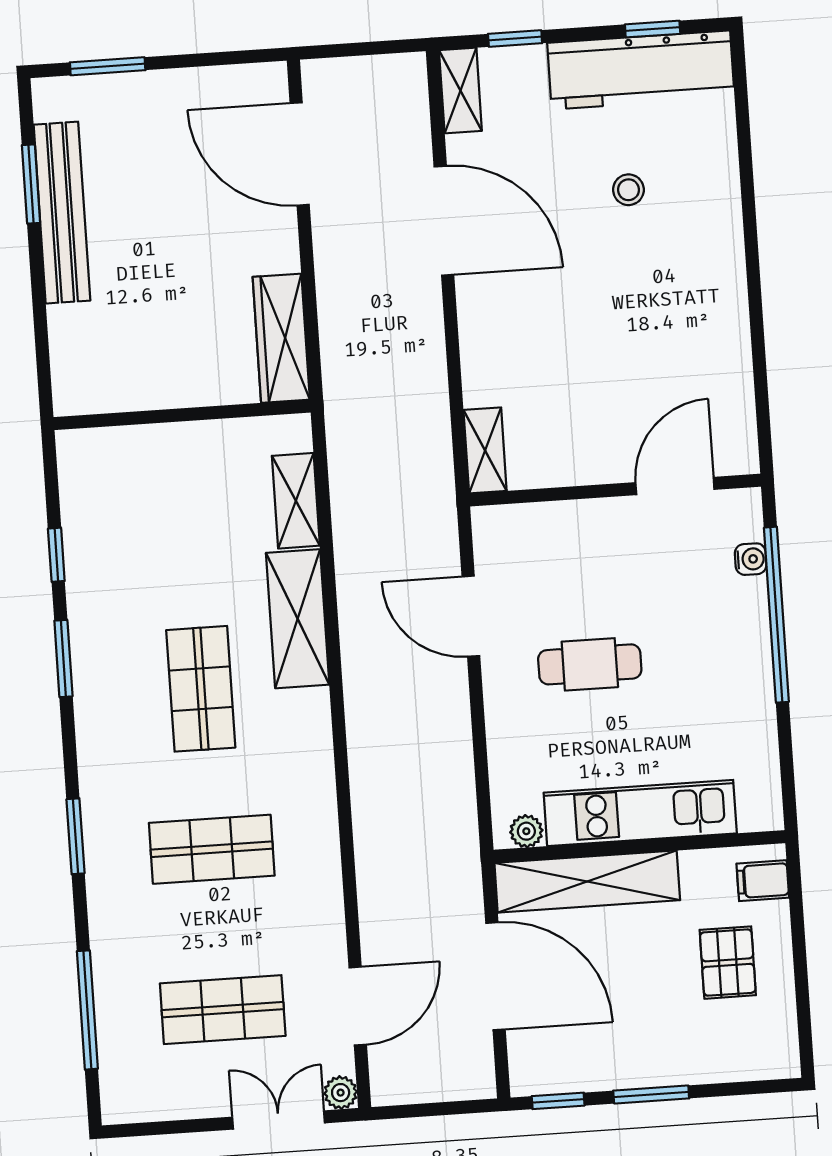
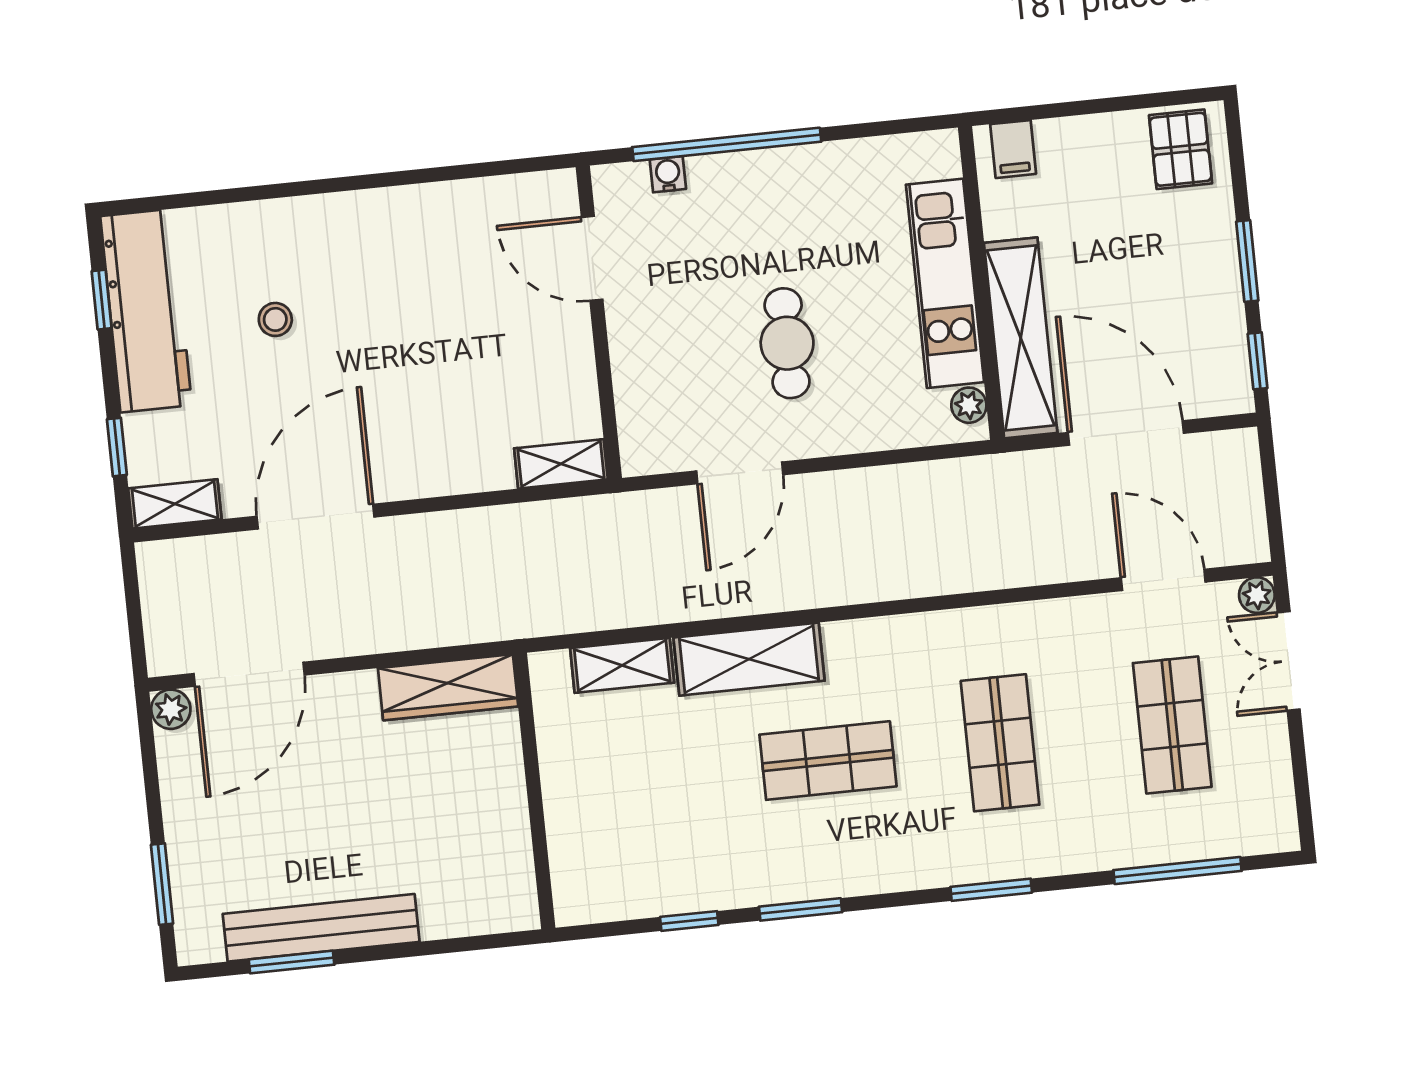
plant: (270, 80) -> (171, 709), added
pallet: (728, 963) -> (1181, 149), moved, turned 90
door: (495, 976) -> (1126, 433), hinge flipped

